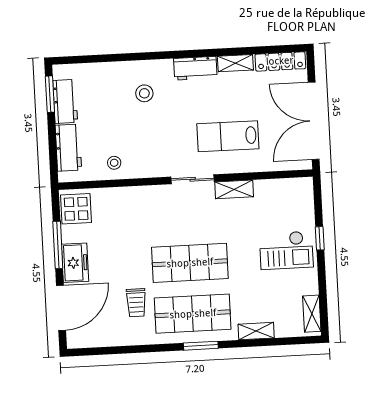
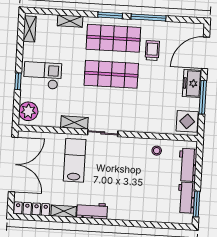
stool: (144, 93) -> (130, 197), removed
lab bench: (228, 136) -> (75, 160), turned -90
plant: (301, 198) -> (28, 111), added
window: (147, 348) -> (148, 17), added

